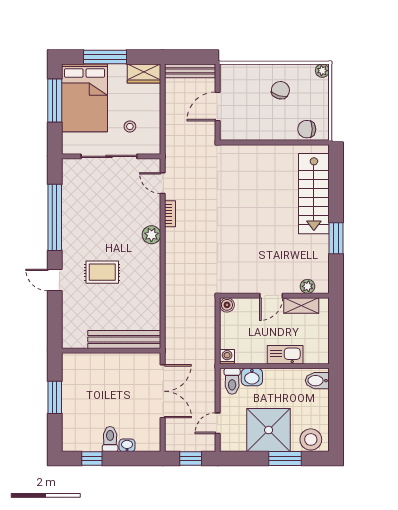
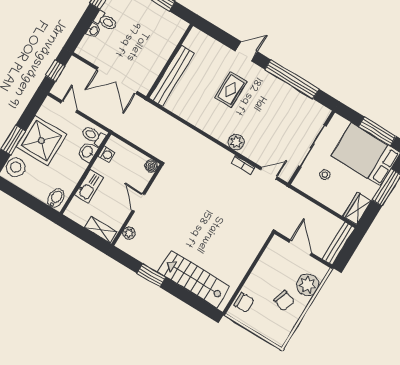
plant: (322, 71) -> (308, 285), moved, width x1.87, depth x1.87
chair: (307, 129) -> (244, 303), turned 90
shelving: (301, 305) -> (101, 230), moved, turned 90
washing machine: (227, 357) -> (107, 154), moved

